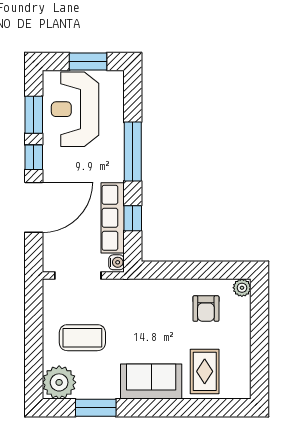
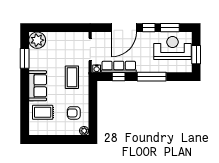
door: (34, 207) -> (124, 28), hinge flipped
coffee table: (82, 338) -> (72, 77), moved

